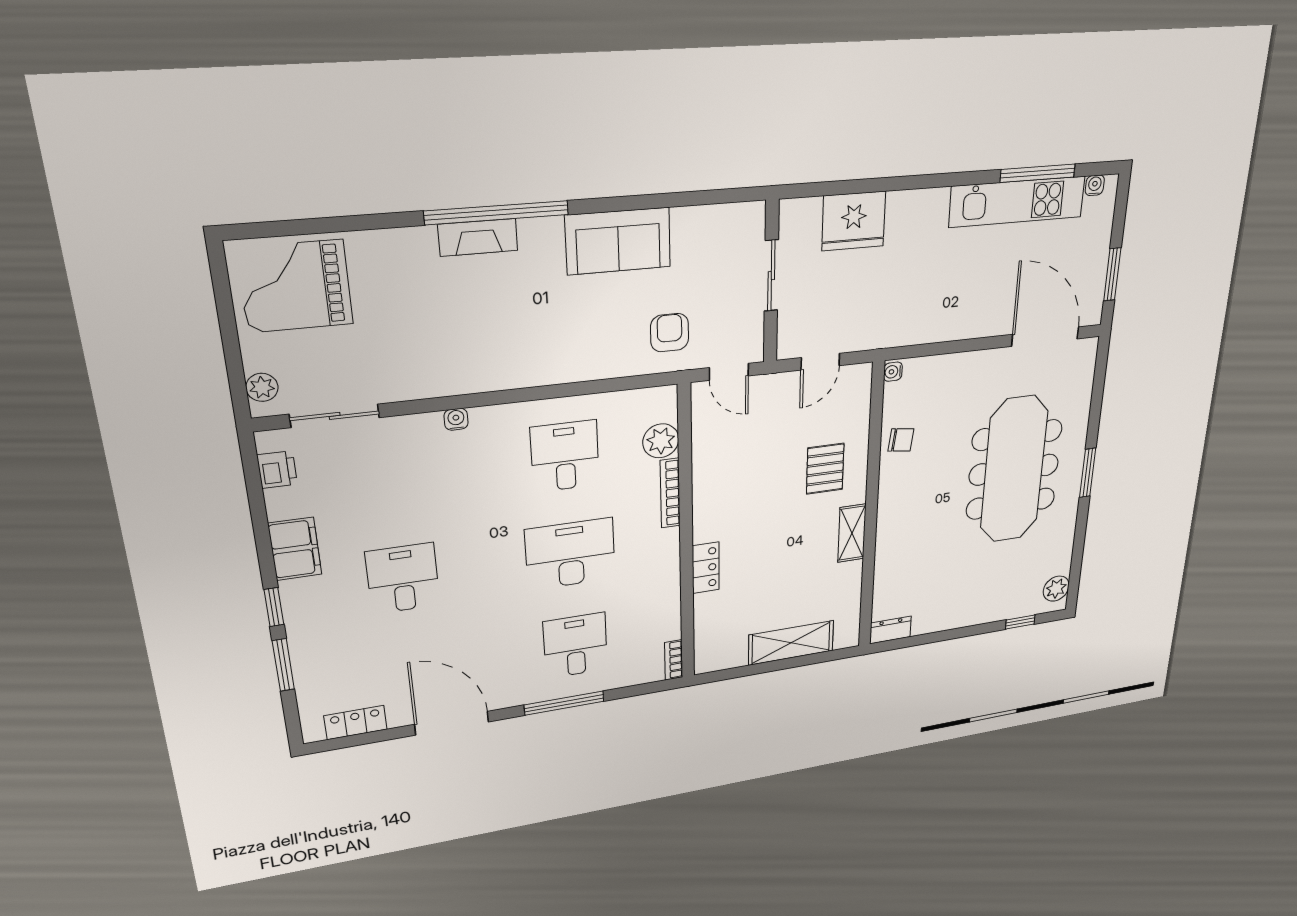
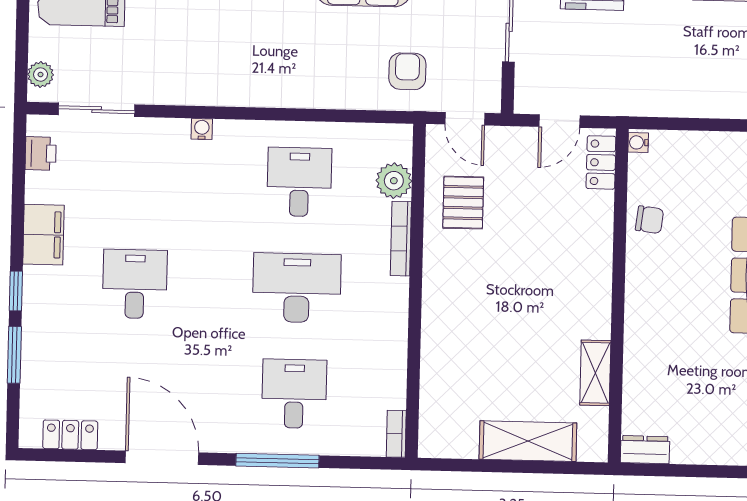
pallet: (825, 469) -> (463, 203), moved
shelving: (852, 533) -> (595, 373), moved
locker: (706, 568) -> (601, 162), moved, turned 180

